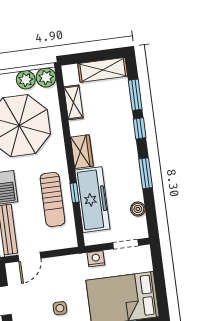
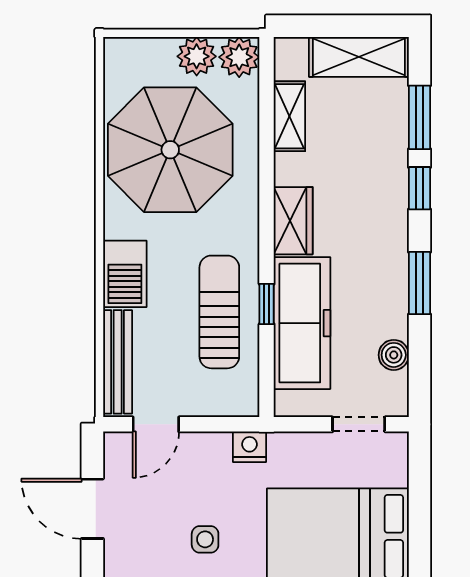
sun lounger: (52, 200) -> (219, 312), turned 180
nightstand: (96, 259) -> (249, 447), moved

